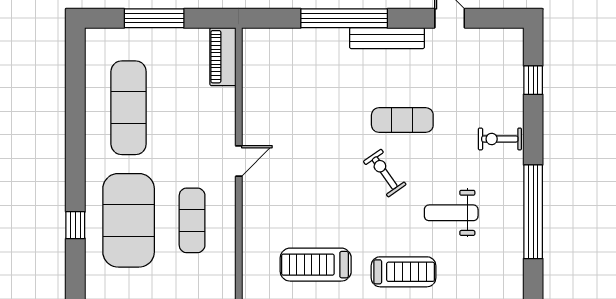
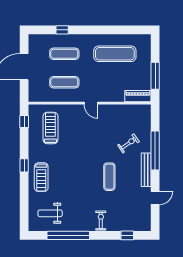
window: (154, 18) -> (155, 76), moved
exercise bike: (385, 173) -> (128, 143), moved
weight bench: (451, 213) -> (50, 213), moved, turned -90
exercise mat: (129, 220) -> (64, 54), width x0.50, depth x0.69
treadmill: (316, 265) -> (50, 128), moved

